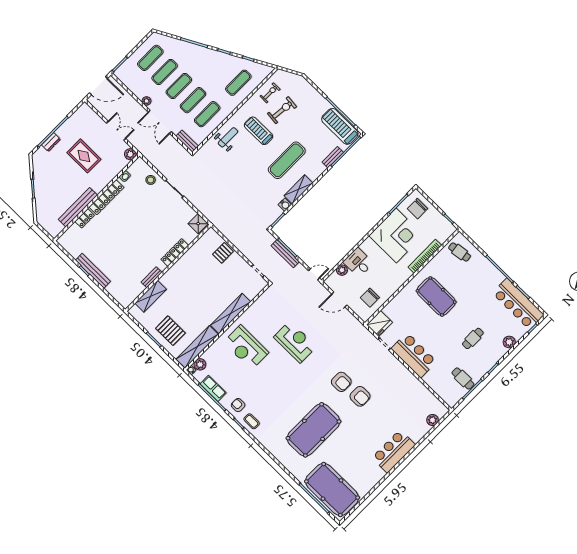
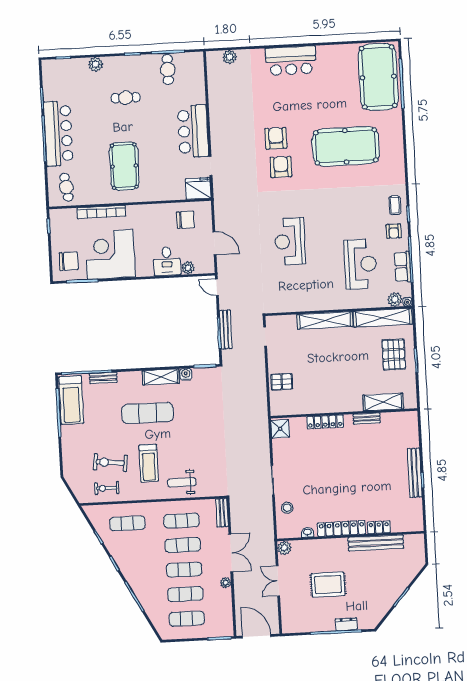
rug: (84, 156) -> (328, 585), turned 90
bar counter: (518, 304) -> (58, 134), moved
reception desk: (246, 347) -> (360, 264), moved

